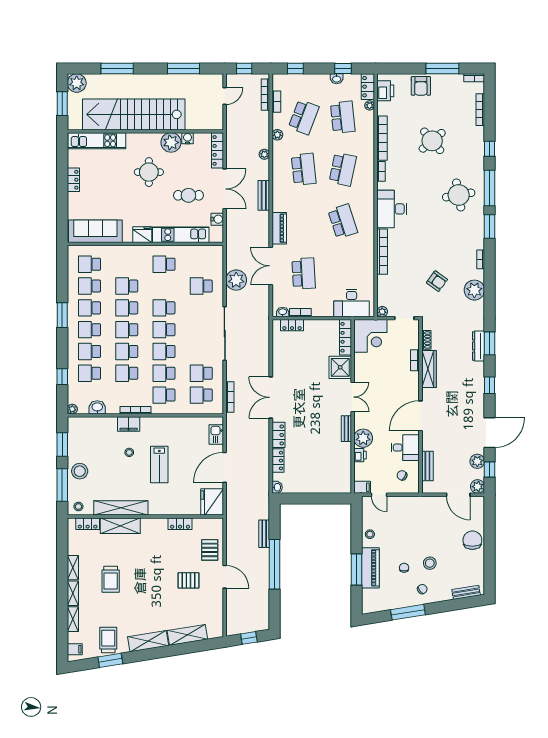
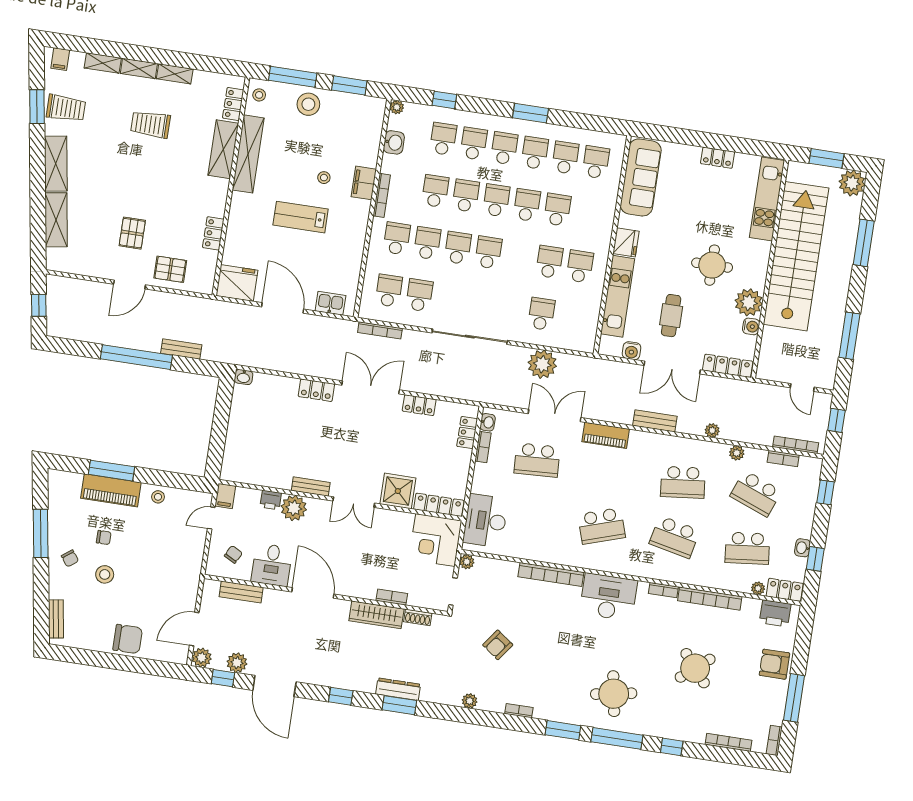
plant: (474, 290) -> (470, 701), width x0.53, depth x0.53
school desk: (164, 308) -> (549, 262), moved
locker: (278, 461) -> (419, 405), moved

